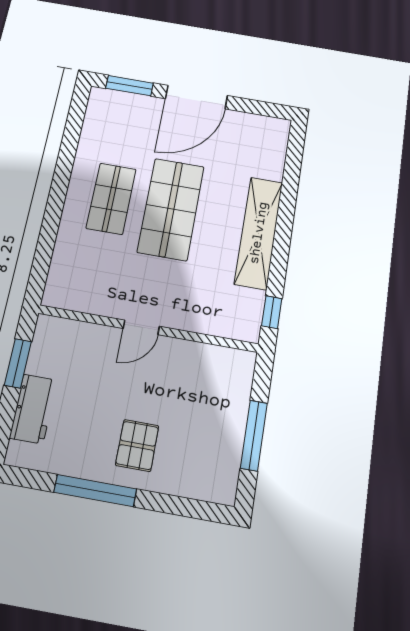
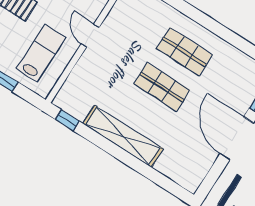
shop shelf: (171, 209) -> (162, 87), width x0.70, depth x0.74
lab bench: (195, 385) -> (41, 53), added

